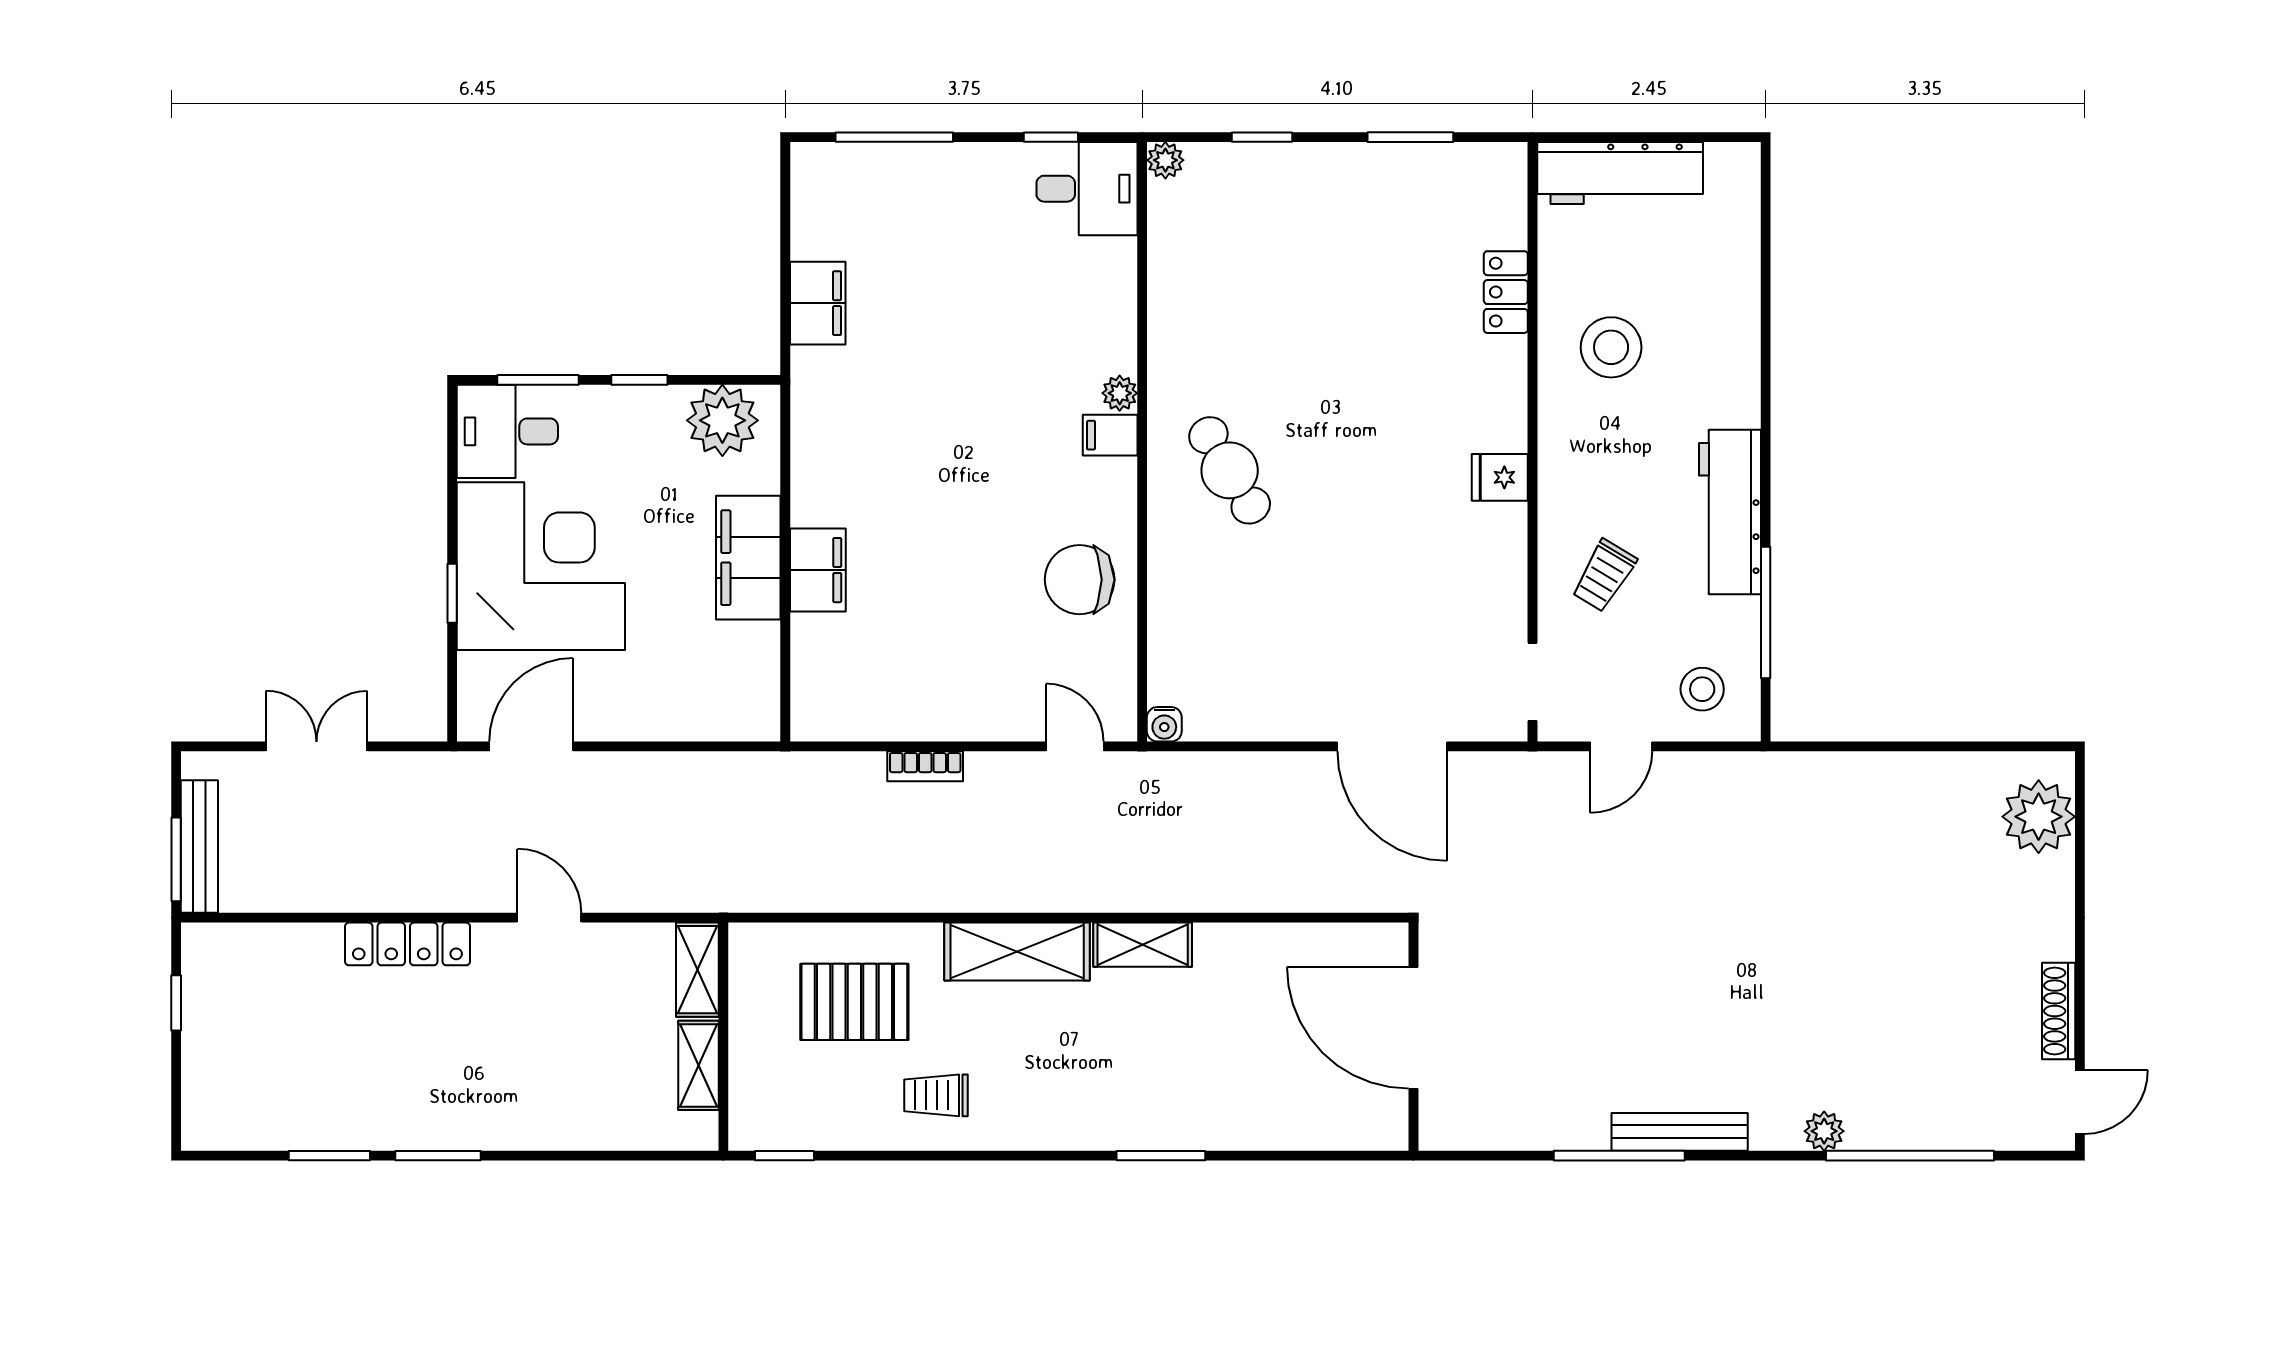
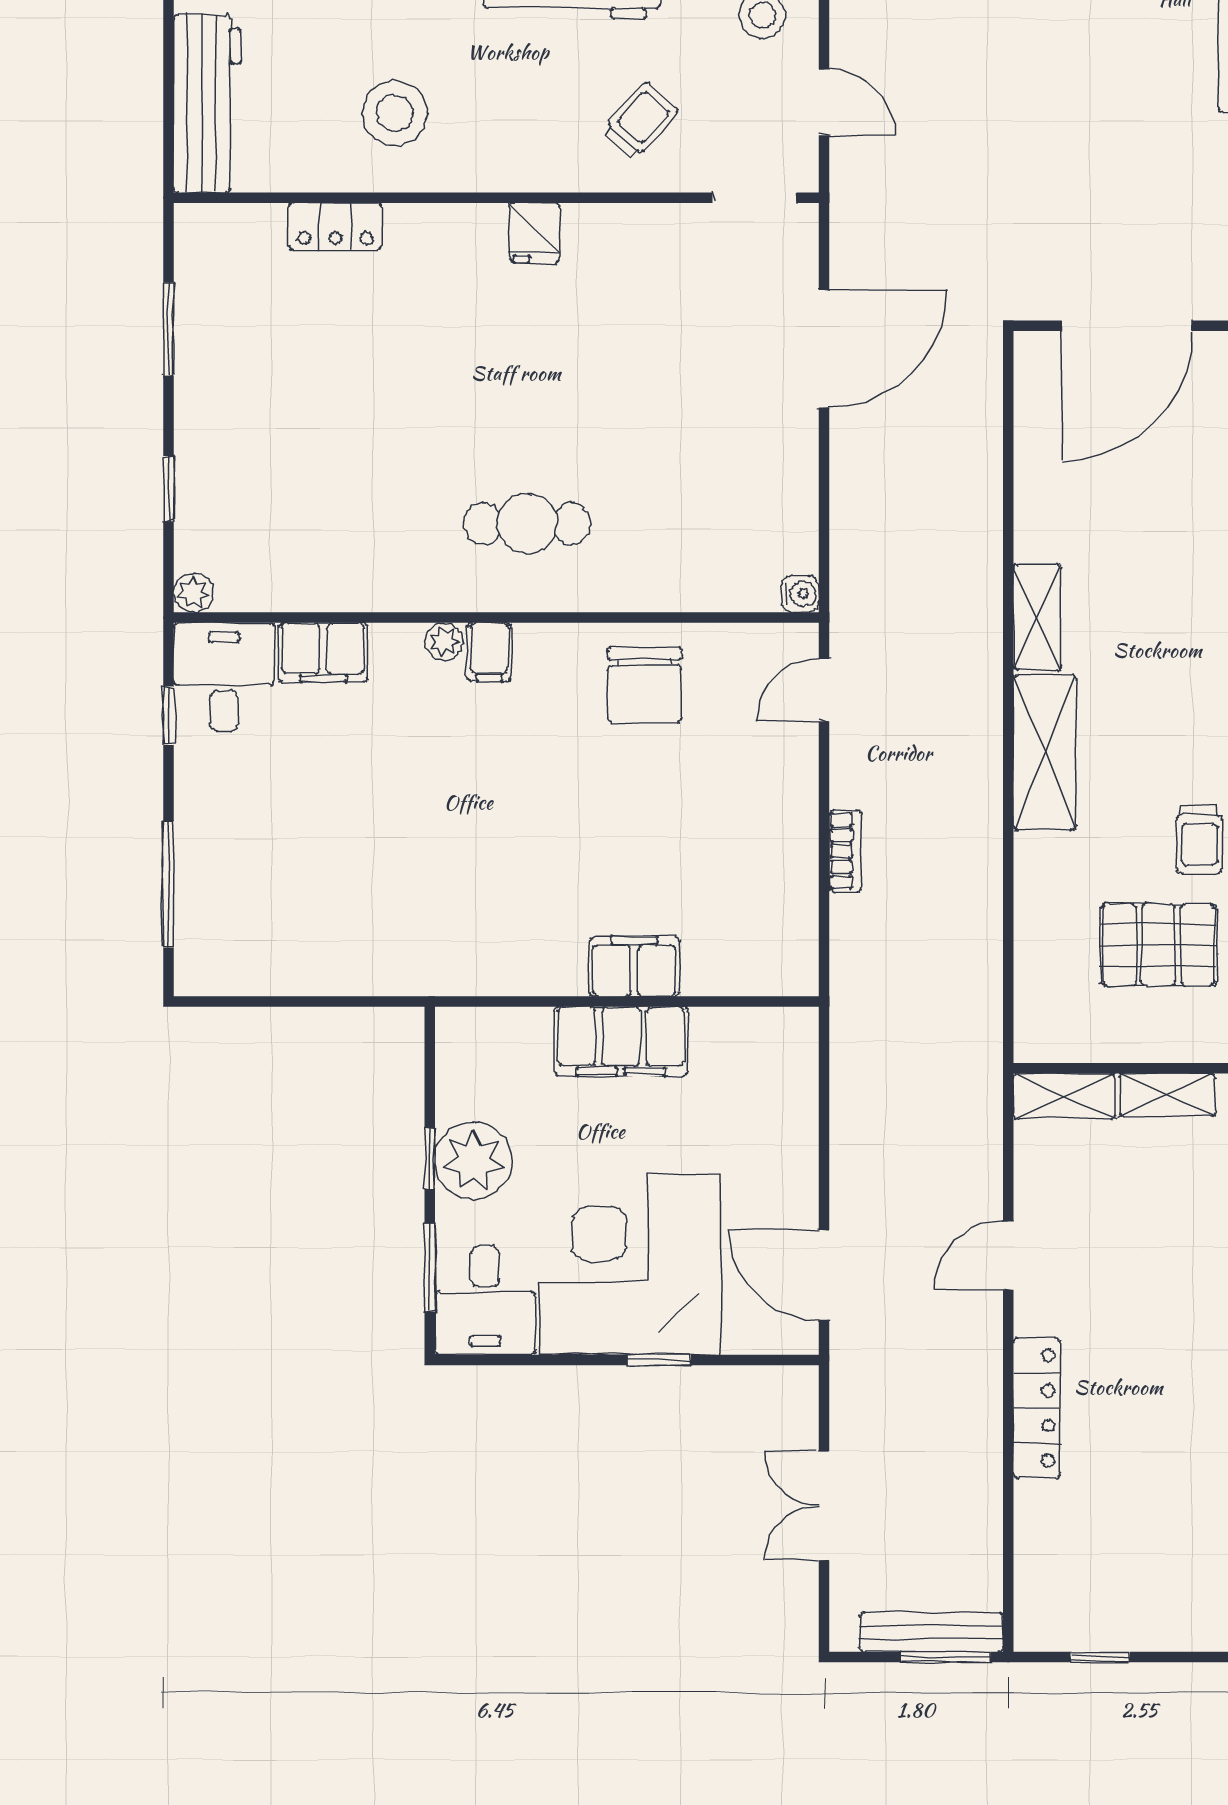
filing cabinet: (818, 303) -> (323, 652), moved, turned 180
plant: (722, 420) -> (473, 1161), moved
cafe table: (1230, 470) -> (527, 524), turned 31
trolley: (1604, 576) -> (640, 121), turned -80
pallet: (854, 1002) -> (1159, 945), moved, turned 90

